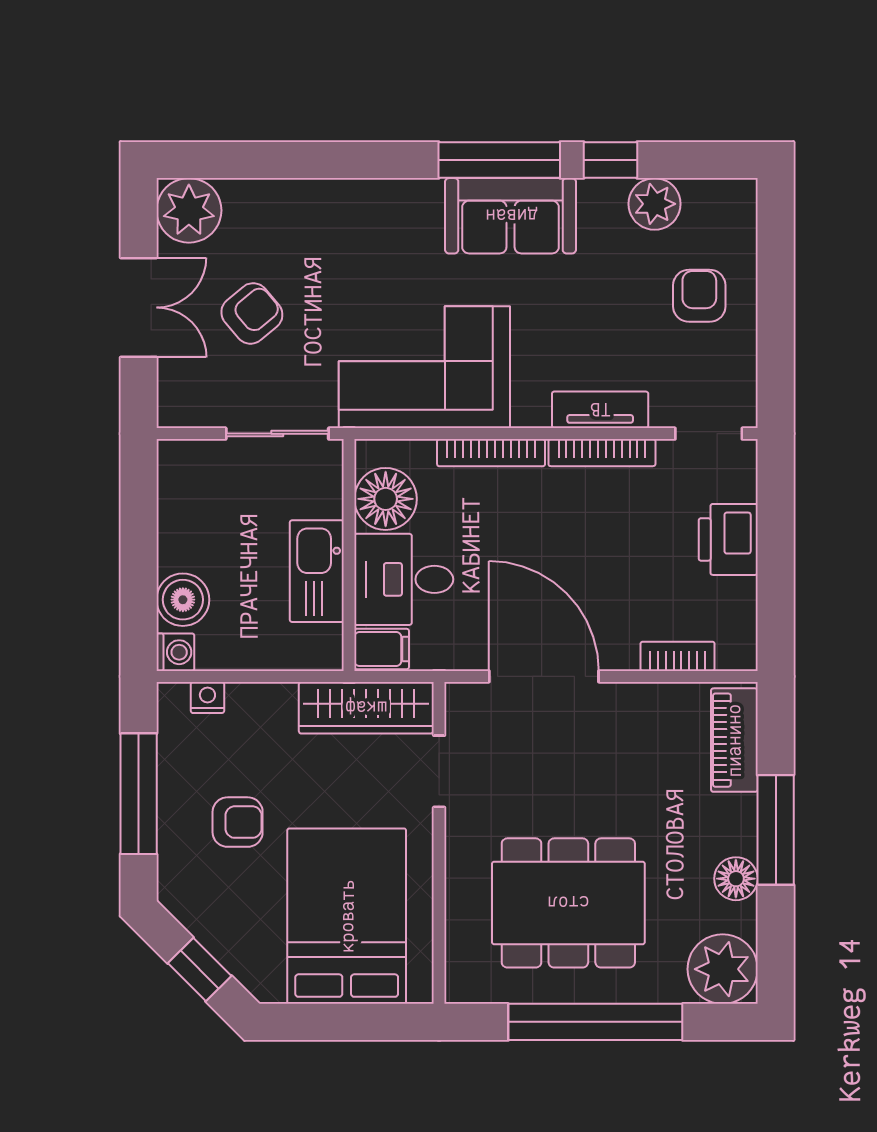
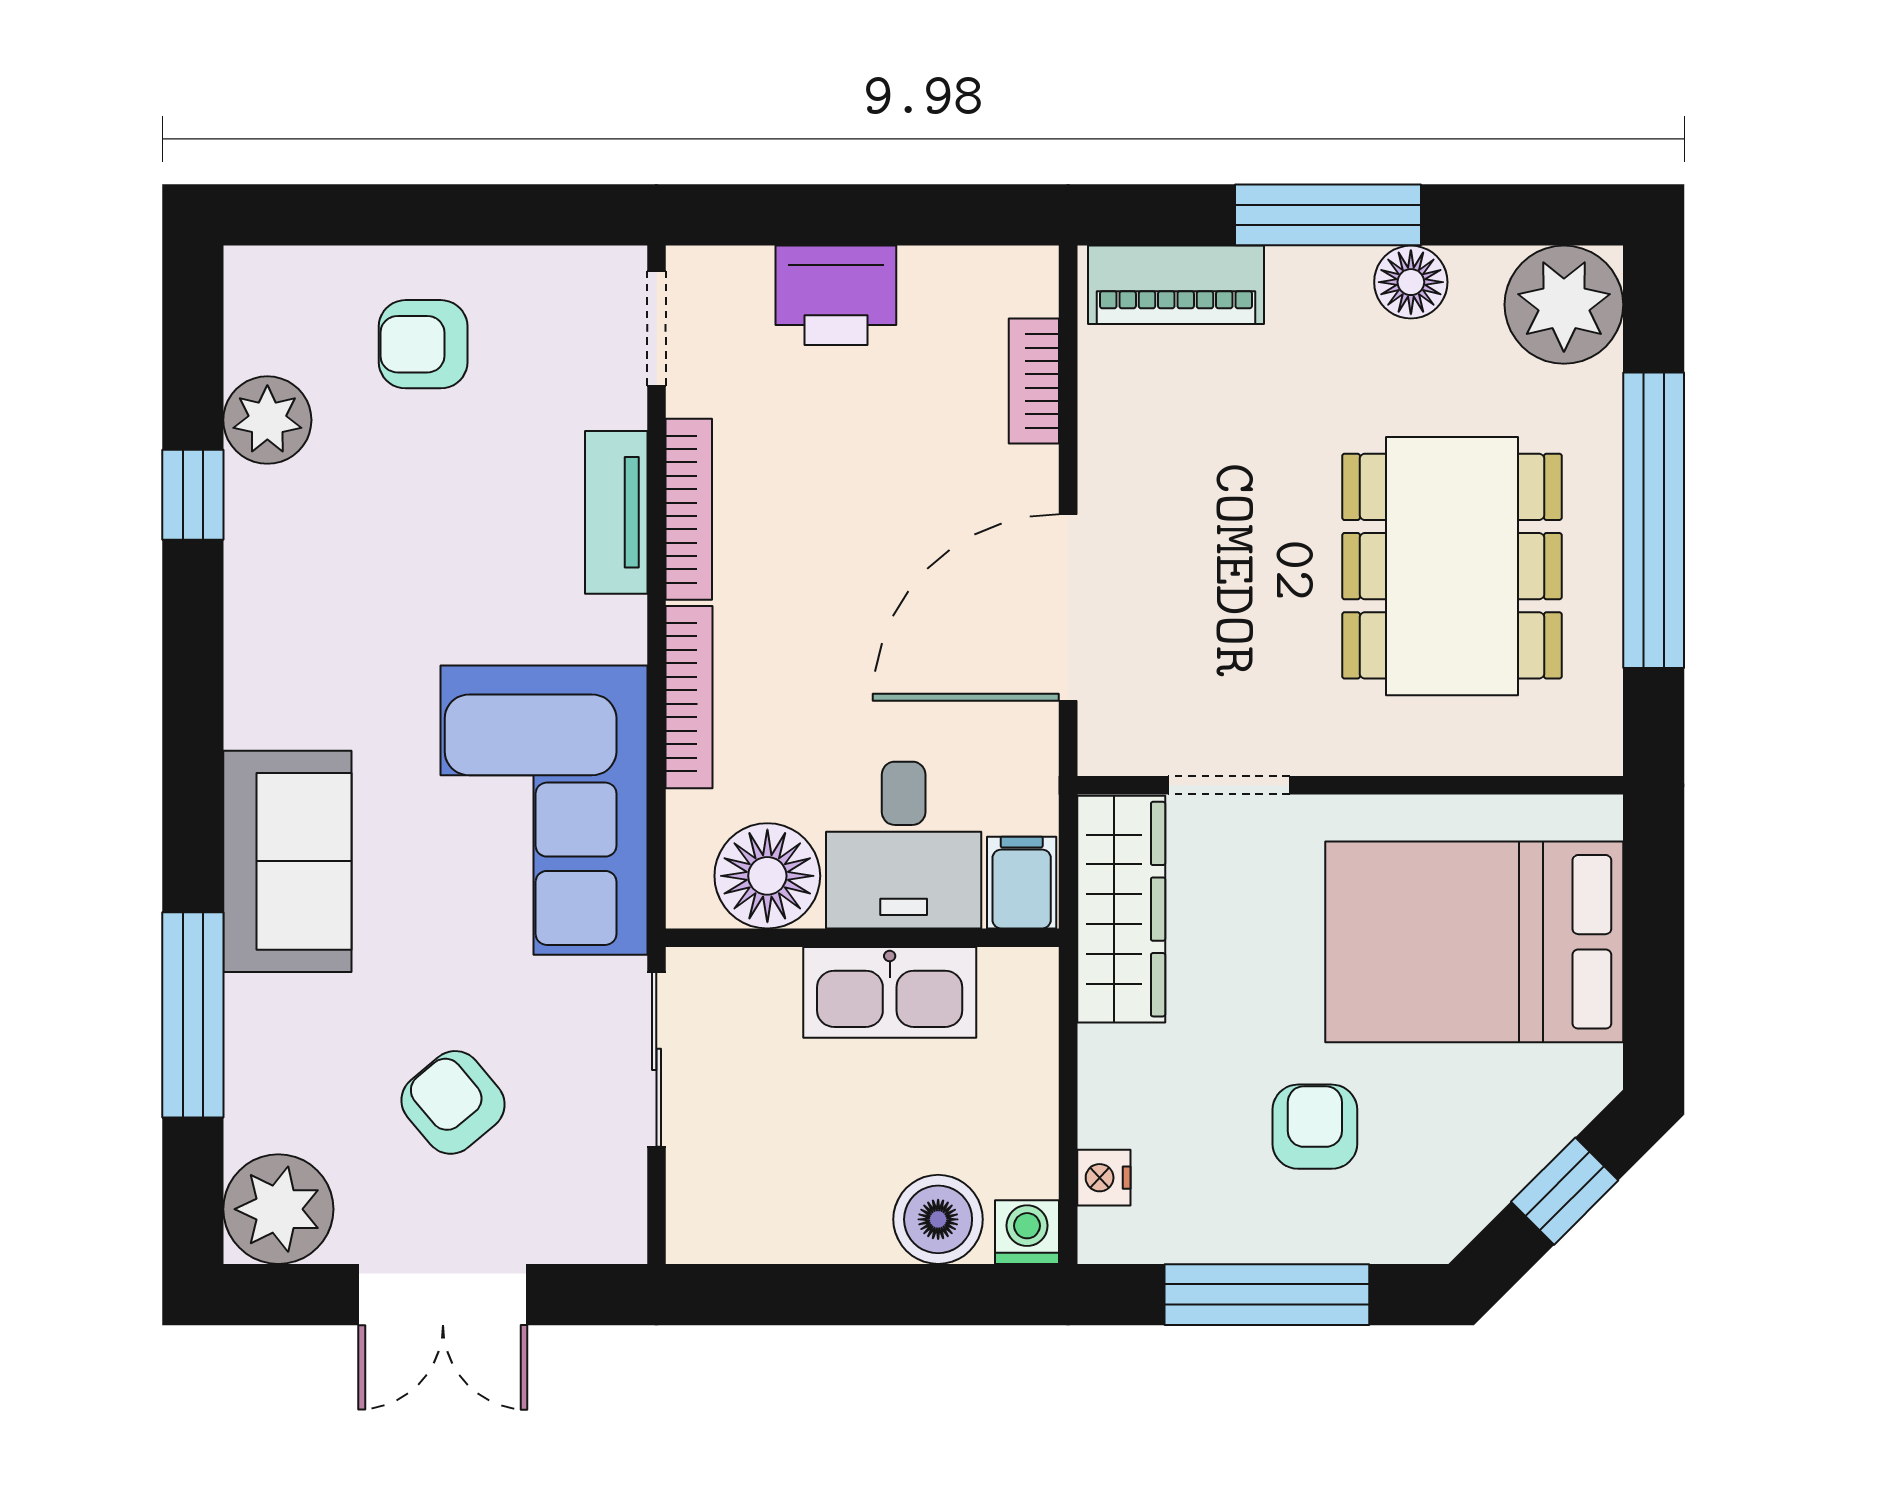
window: (499, 160) -> (193, 1015), moved
sofa: (511, 216) -> (287, 861), moved
double door: (139, 307) -> (443, 1295), swing flipped

